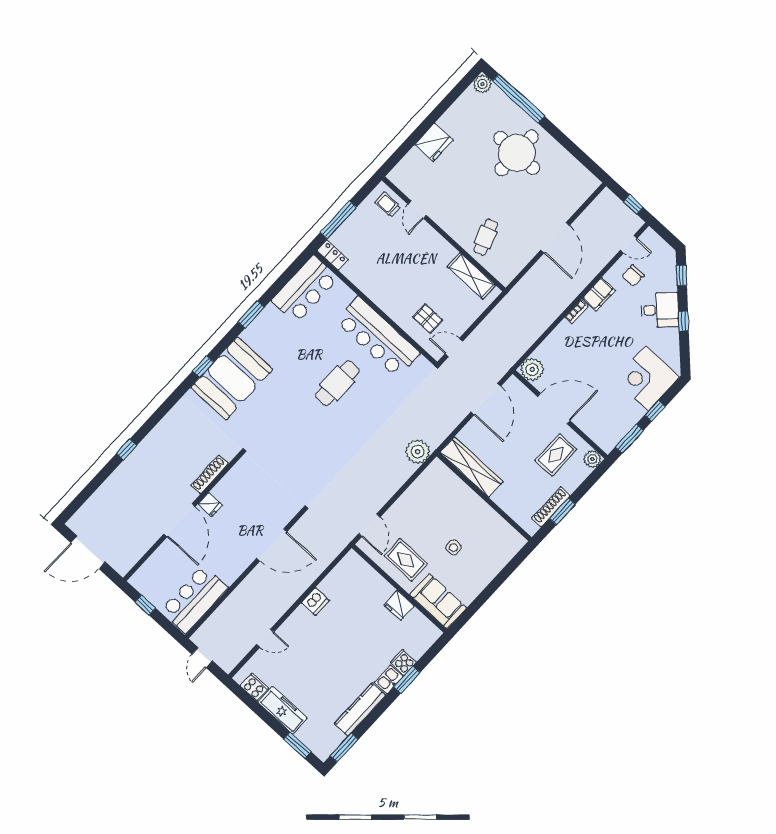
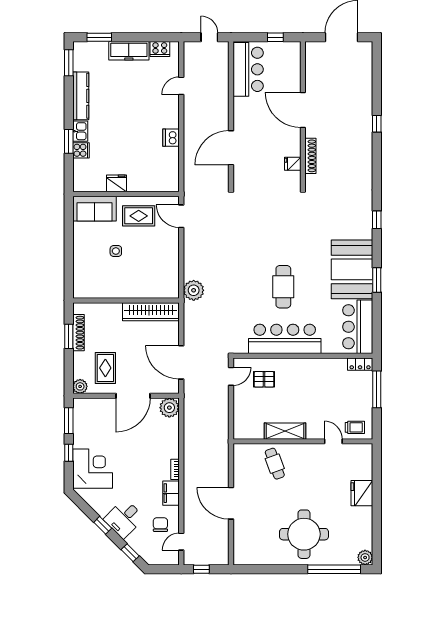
shelving: (471, 276) -> (285, 431), moved
booth: (232, 378) -> (352, 269), moved
fridge: (210, 505) -> (293, 164), moved

